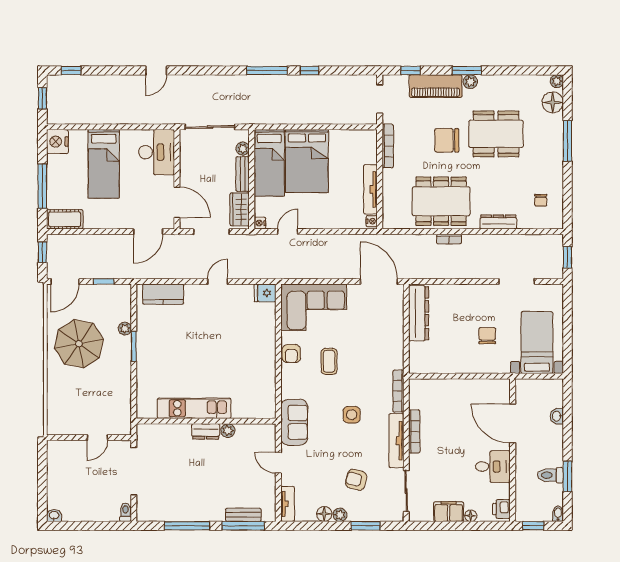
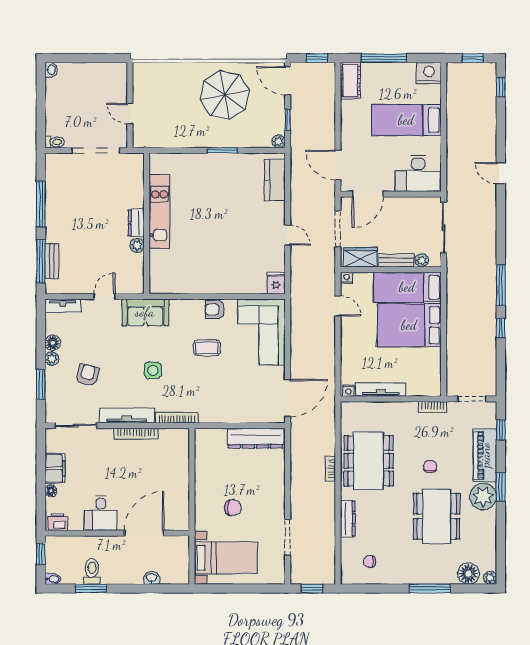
plant: (470, 82) -> (483, 497), width x1.87, depth x1.87
chair: (447, 140) -> (430, 467), width x0.54, depth x0.54
bookcase: (388, 146) -> (433, 407), width x0.64
plant: (125, 329) -> (279, 141), moved

